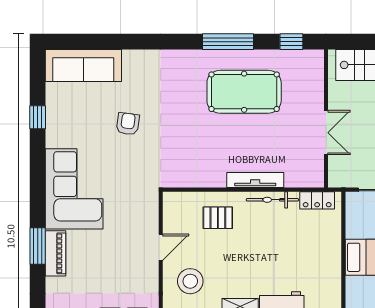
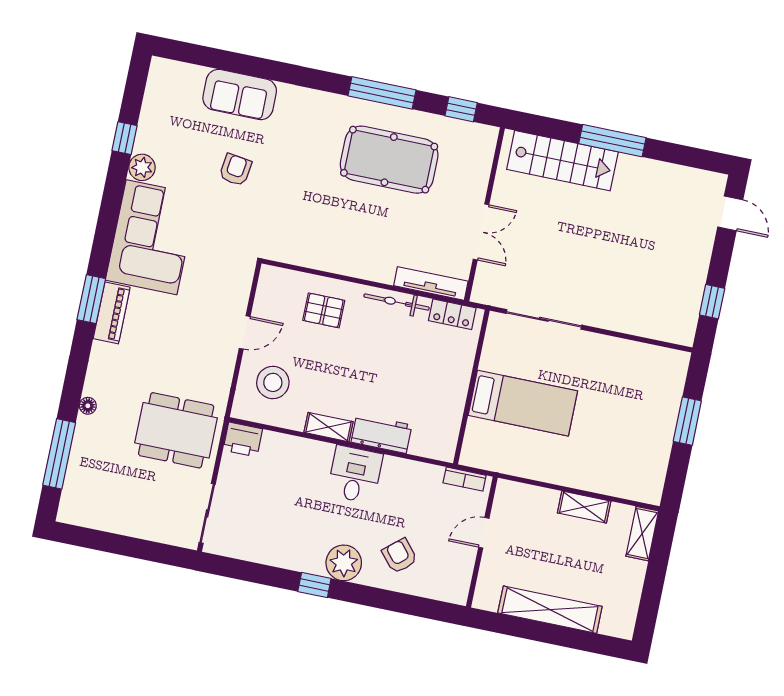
sofa: (83, 65) -> (240, 94), moved, width x0.73
plant: (56, 137) -> (142, 167), added
tv unit: (255, 180) -> (431, 283), moved

